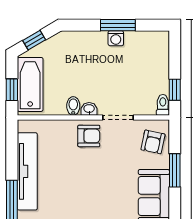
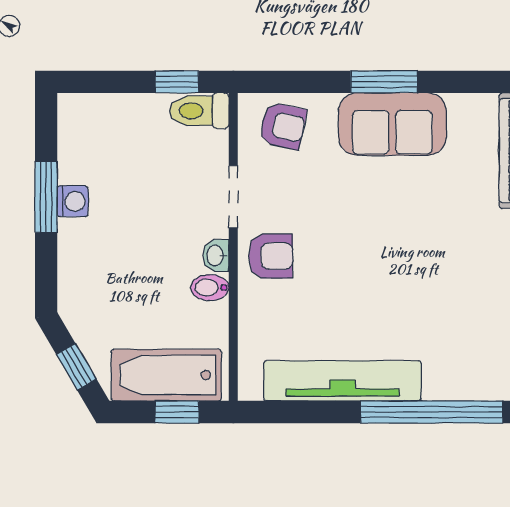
toilet: (163, 105) -> (199, 111), width x1.37, depth x1.39
armchair: (89, 136) -> (271, 256), turned 90
window: (175, 170) -> (384, 82), moved

